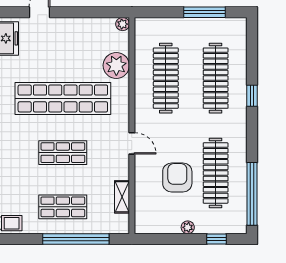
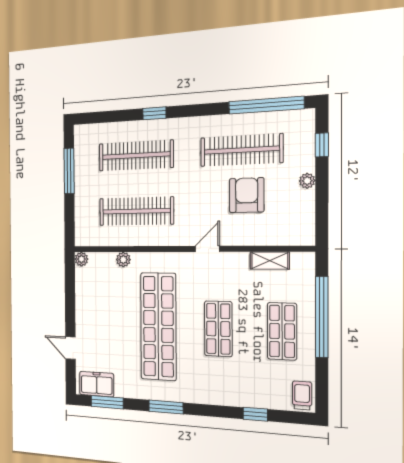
plant: (116, 65) -> (123, 260), width x0.53, depth x0.53
armchair: (177, 177) -> (247, 195), turned 90

